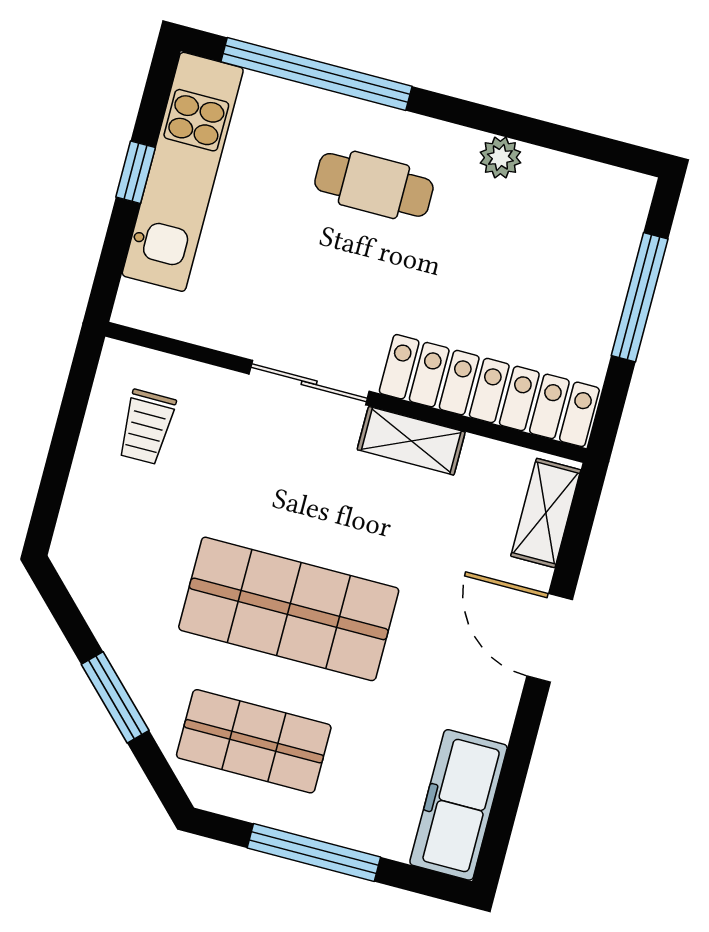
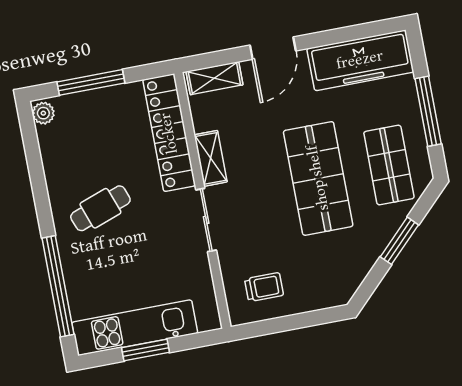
plant: (500, 158) -> (43, 113), moved
window: (136, 172) -> (146, 350), width x1.50
cafe table: (374, 185) -> (100, 208), moved, turned 70
freezer: (459, 805) -> (360, 60), width x1.36, depth x1.26

